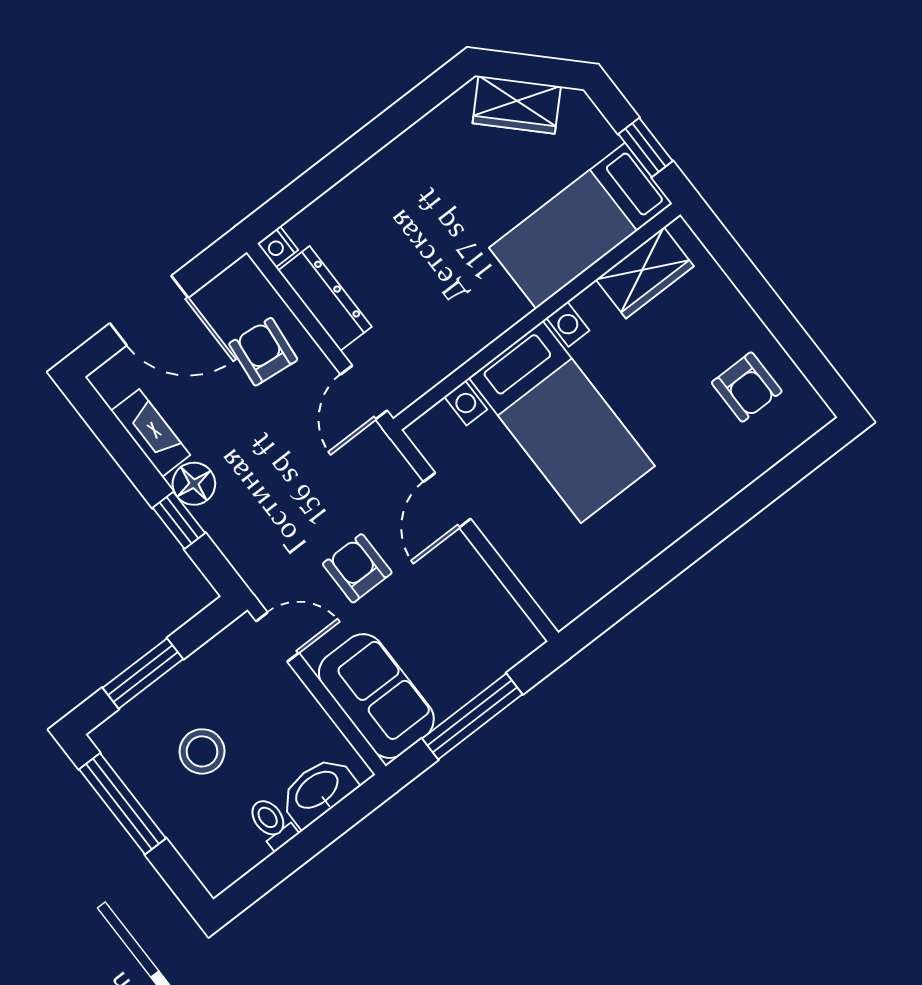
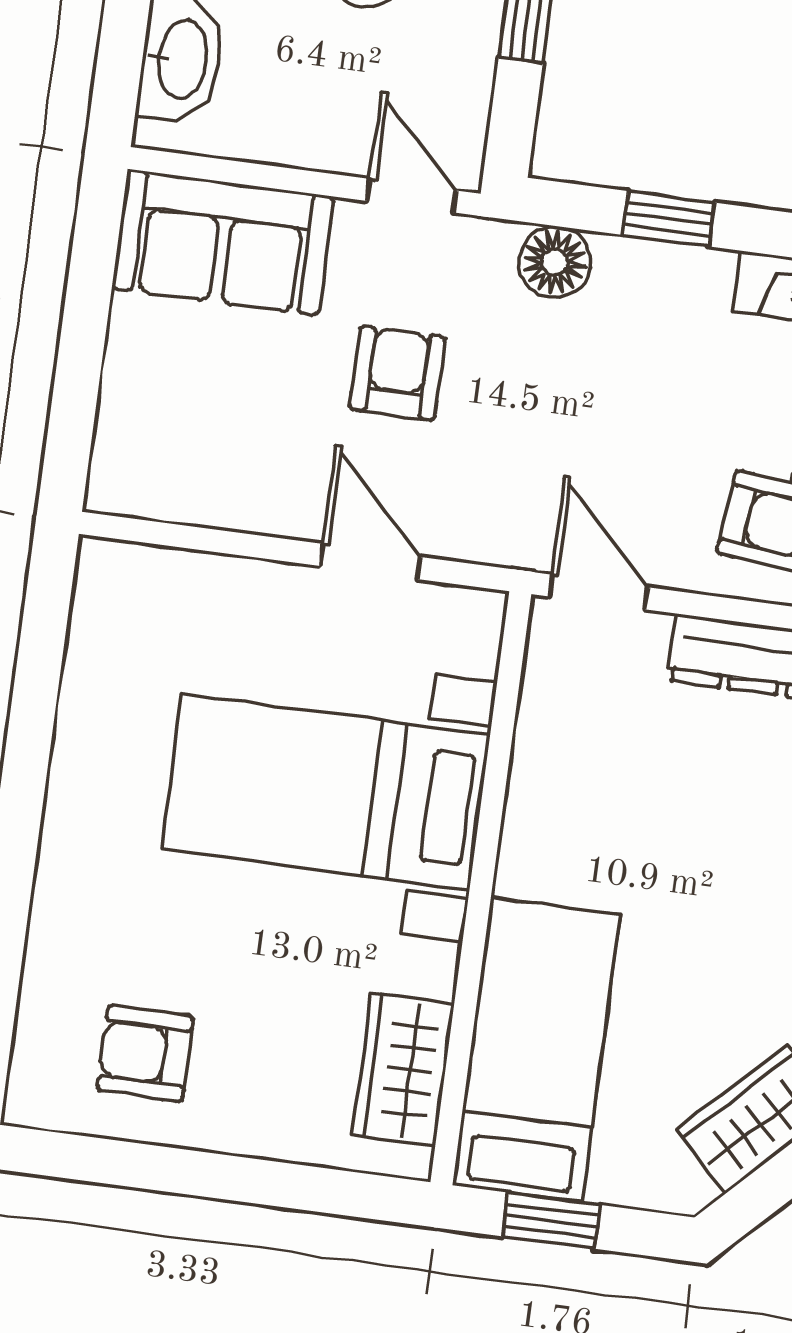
floor lamp: (194, 484) -> (555, 262), moved
armchair: (357, 568) -> (397, 373), turned -90
door: (277, 637) -> (412, 196), swing flipped
window: (472, 716) -> (83, 332), removed

